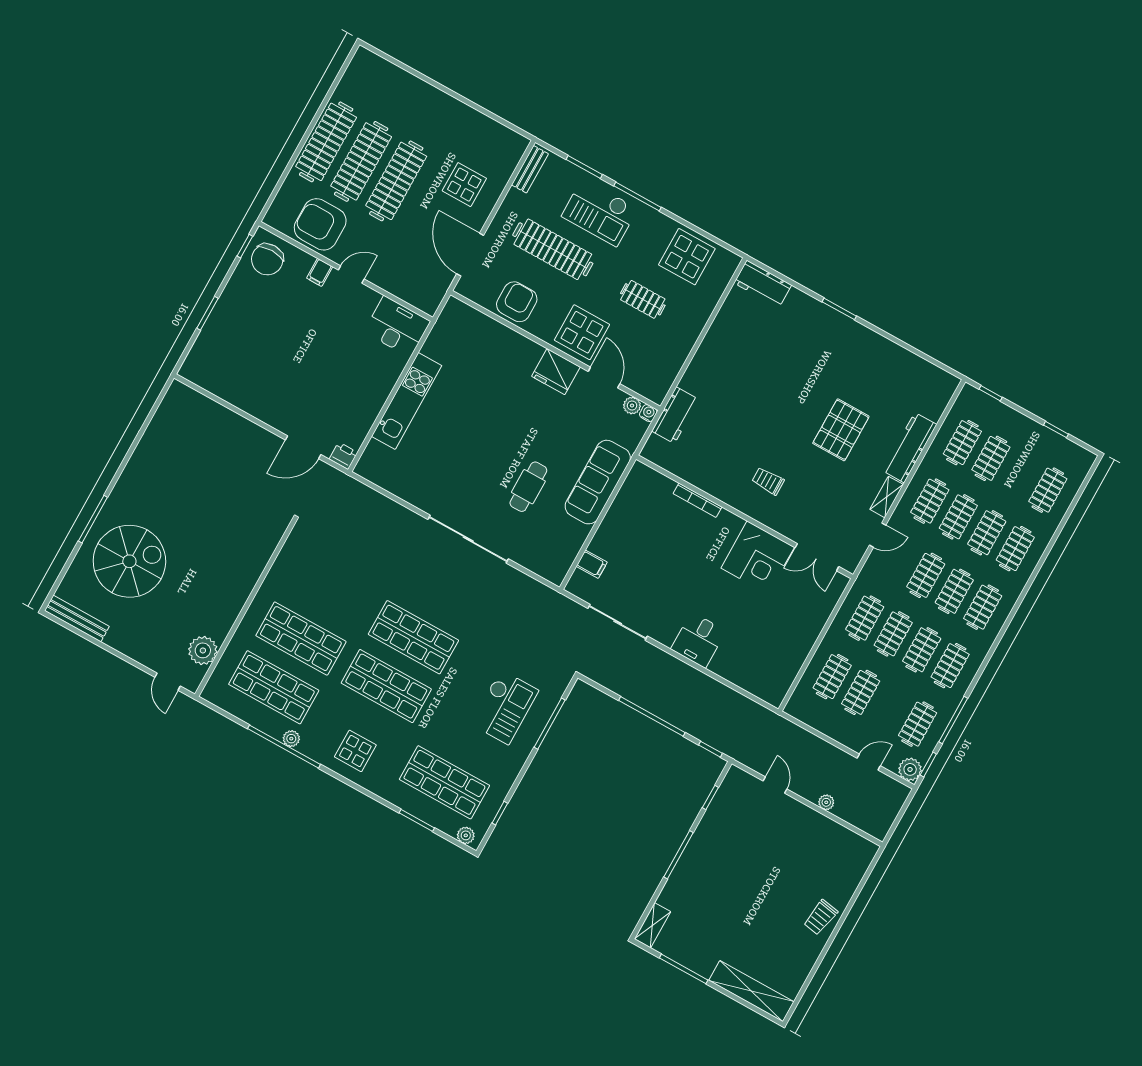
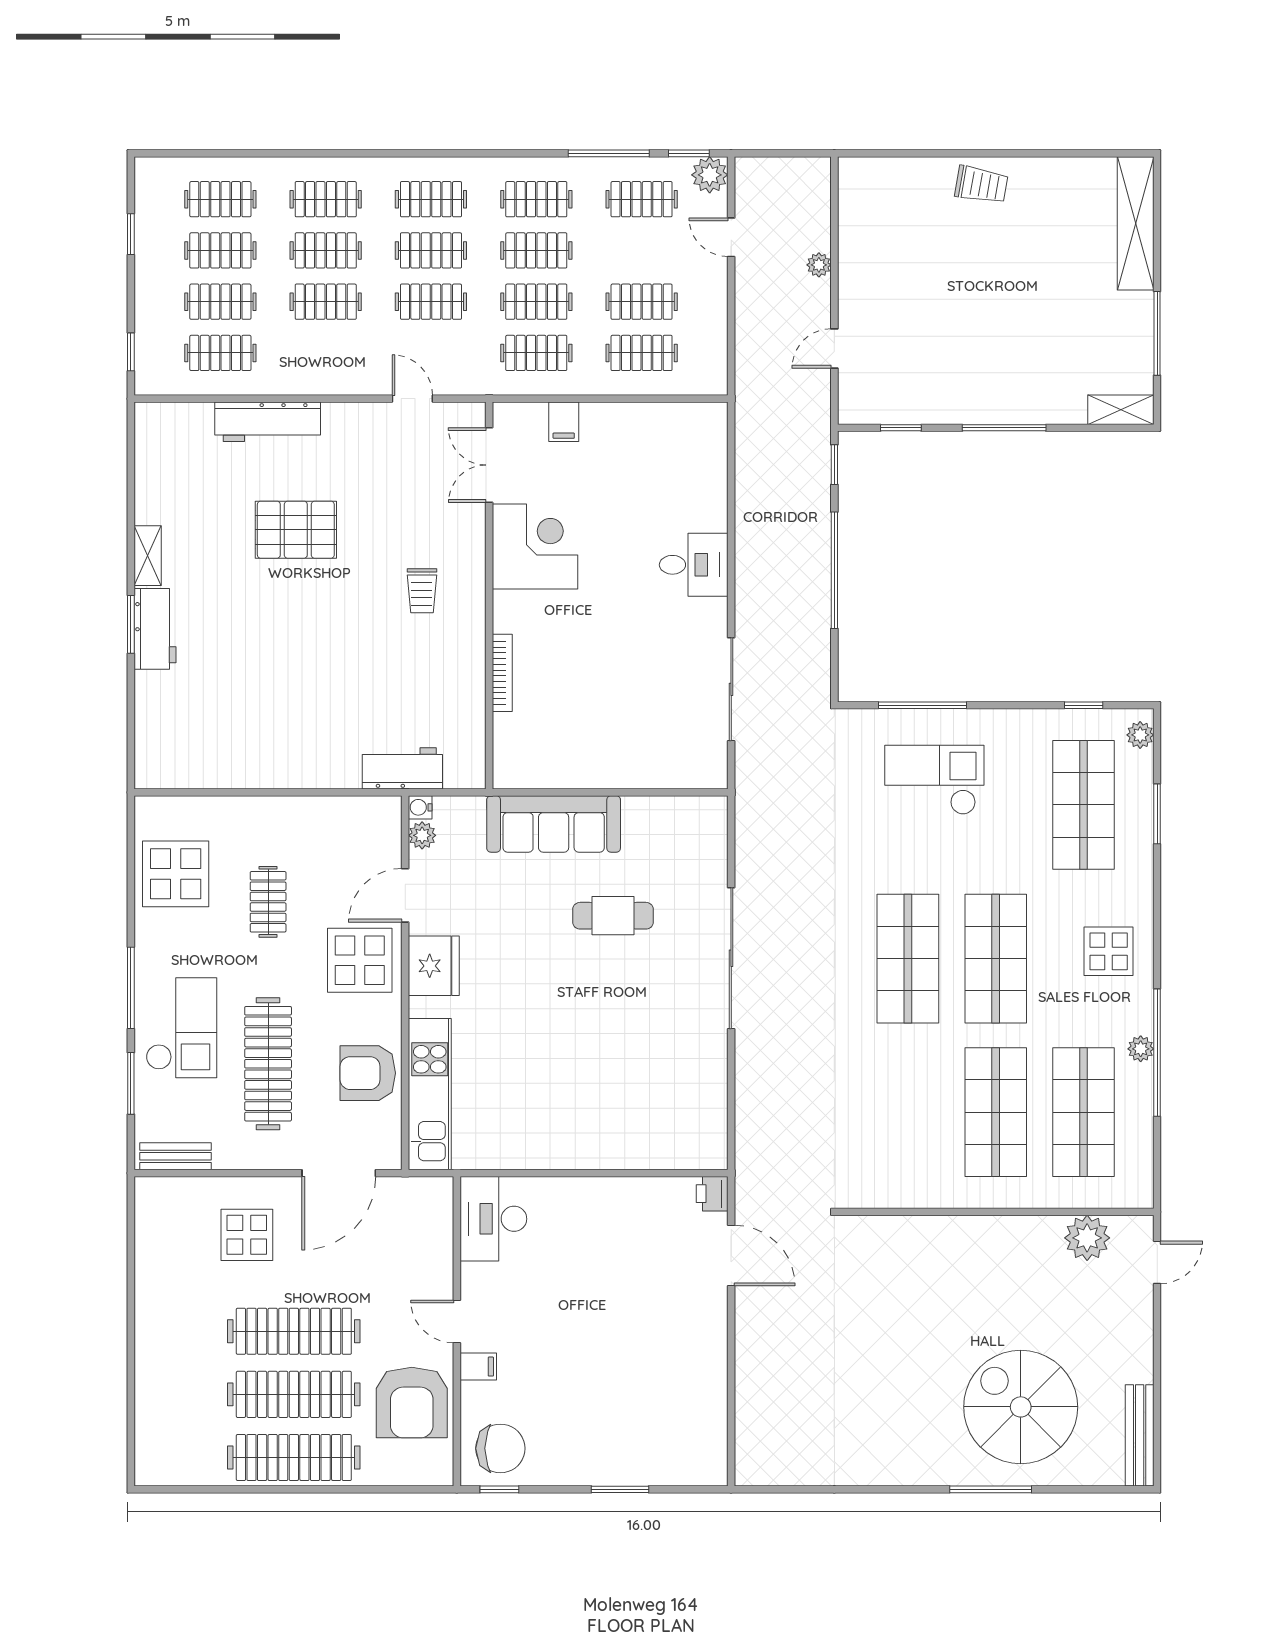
workbench: (763, 284) -> (155, 629), moved
kitchen unit: (407, 401) -> (430, 1094), moved, turned 90
shelving: (887, 497) -> (148, 556), moved, turned 90
clothes rail: (930, 501) -> (220, 250), moved
double door: (817, 557) -> (489, 465), swing flipped
filing cabinet: (592, 564) -> (564, 422), moved, turned 180

